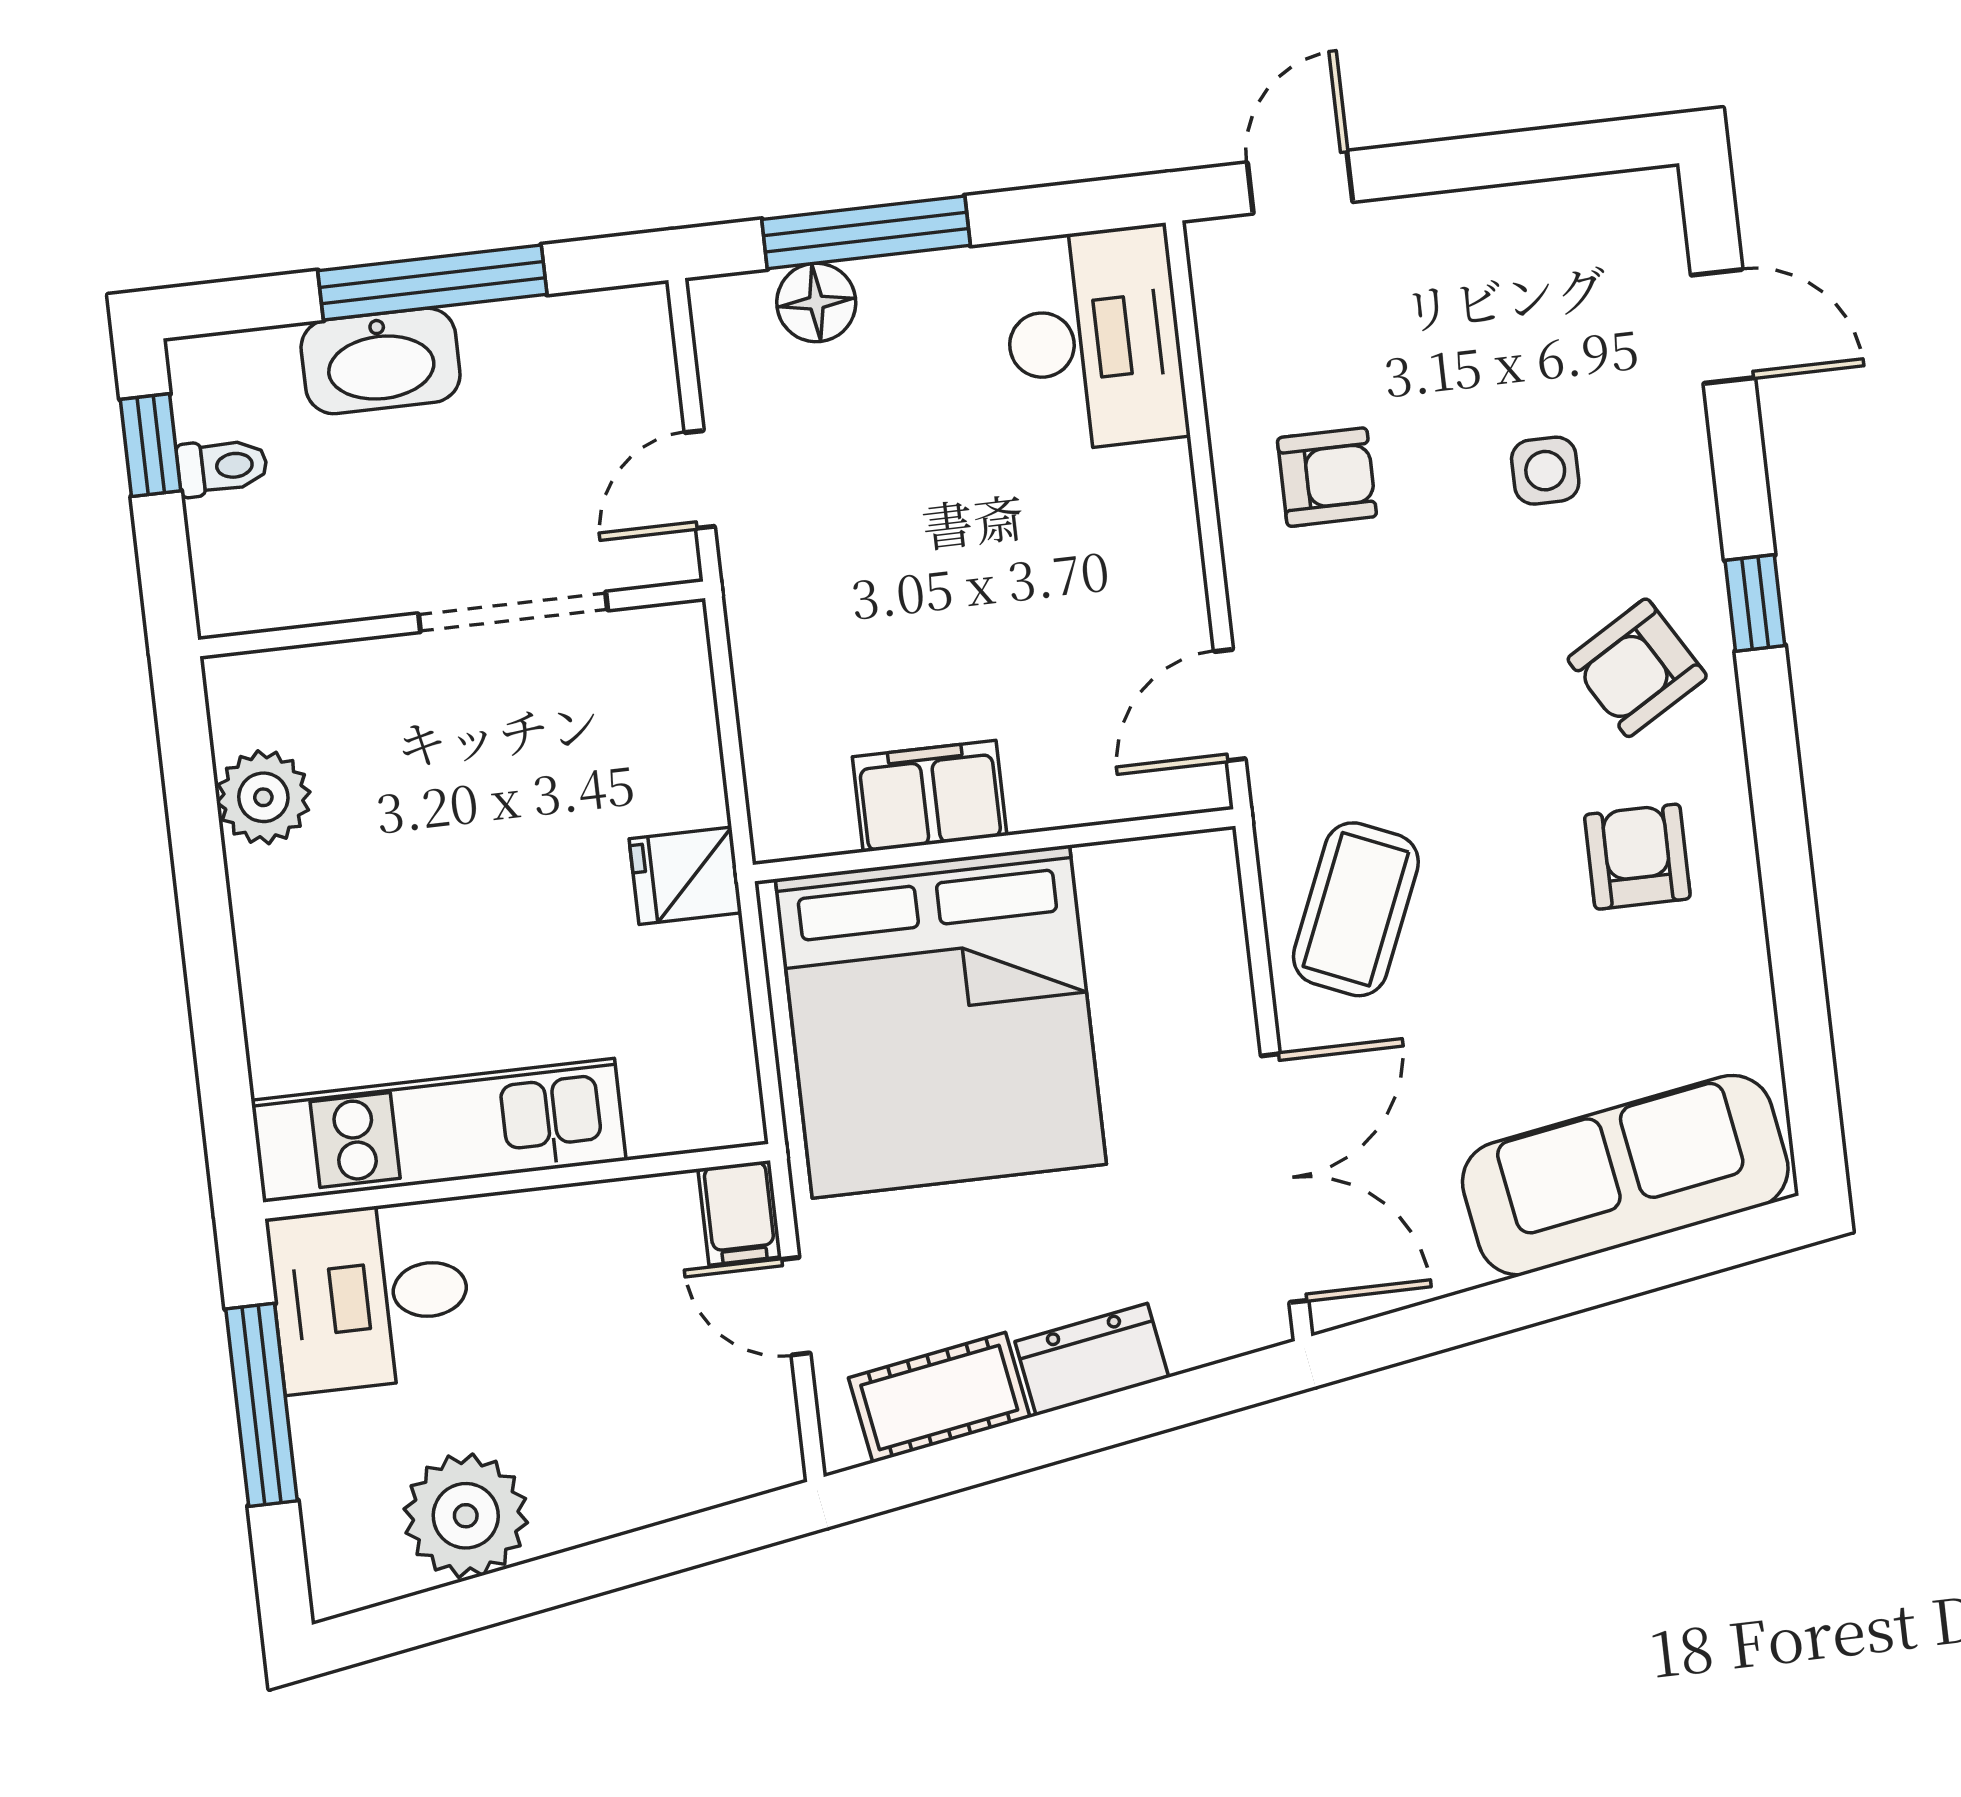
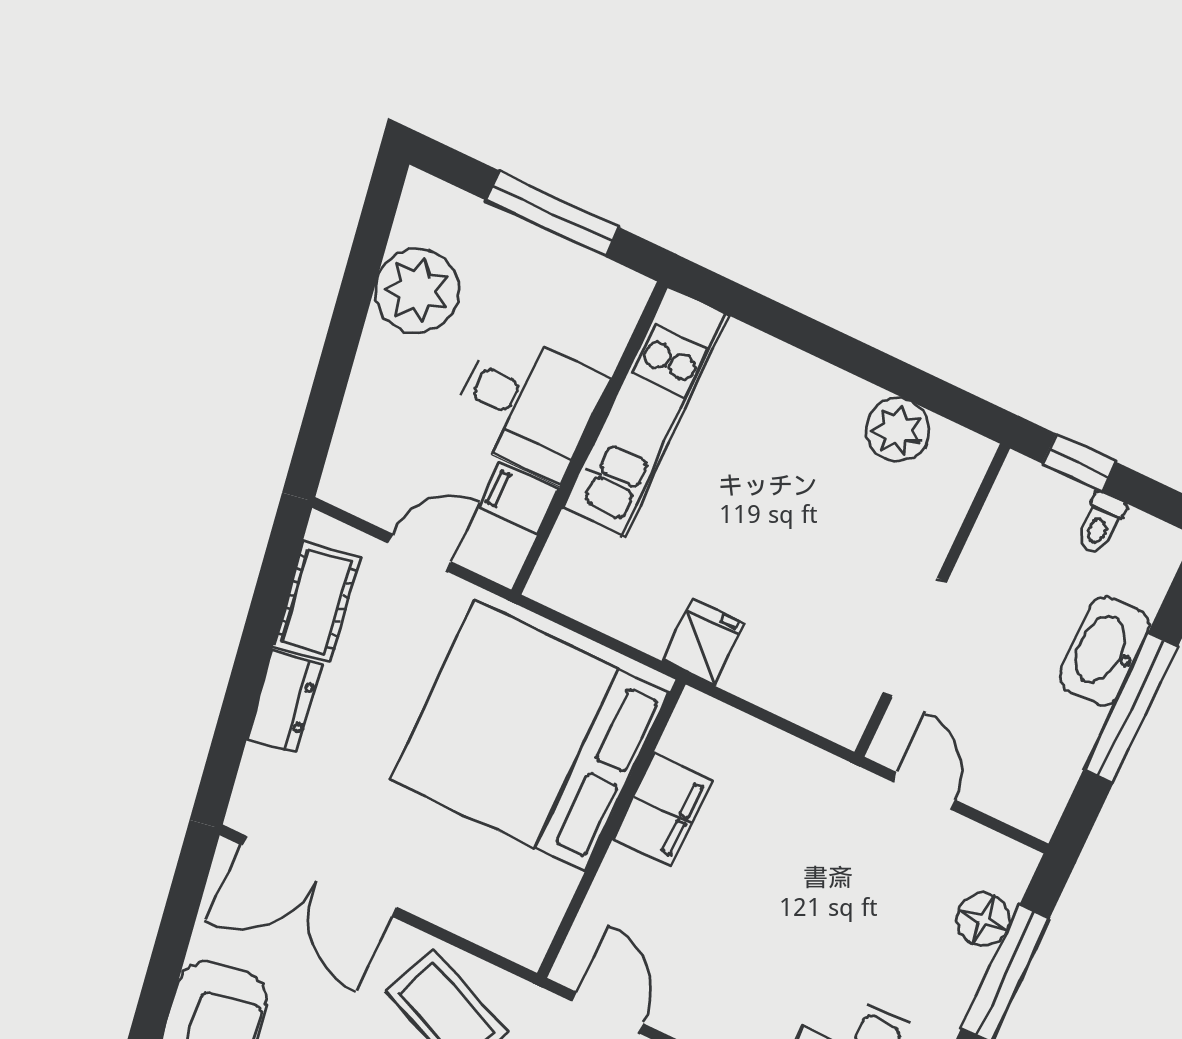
window: (151, 445) -> (1079, 463), moved
filing cabinet: (740, 1213) -> (518, 498), moved
desk: (371, 1296) -> (528, 405), moved, turned 90

